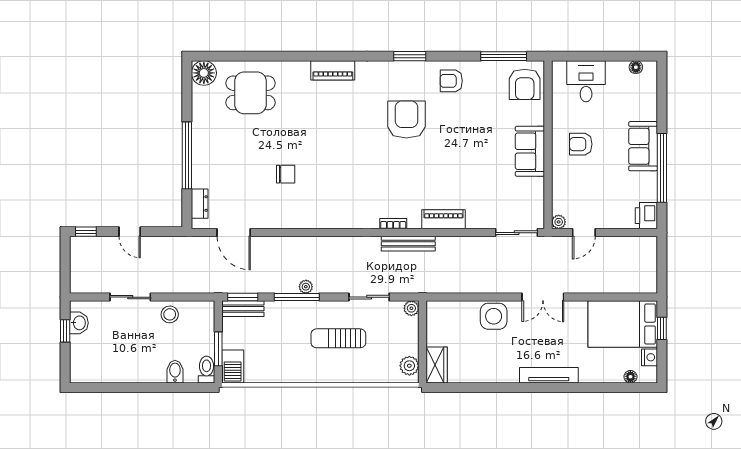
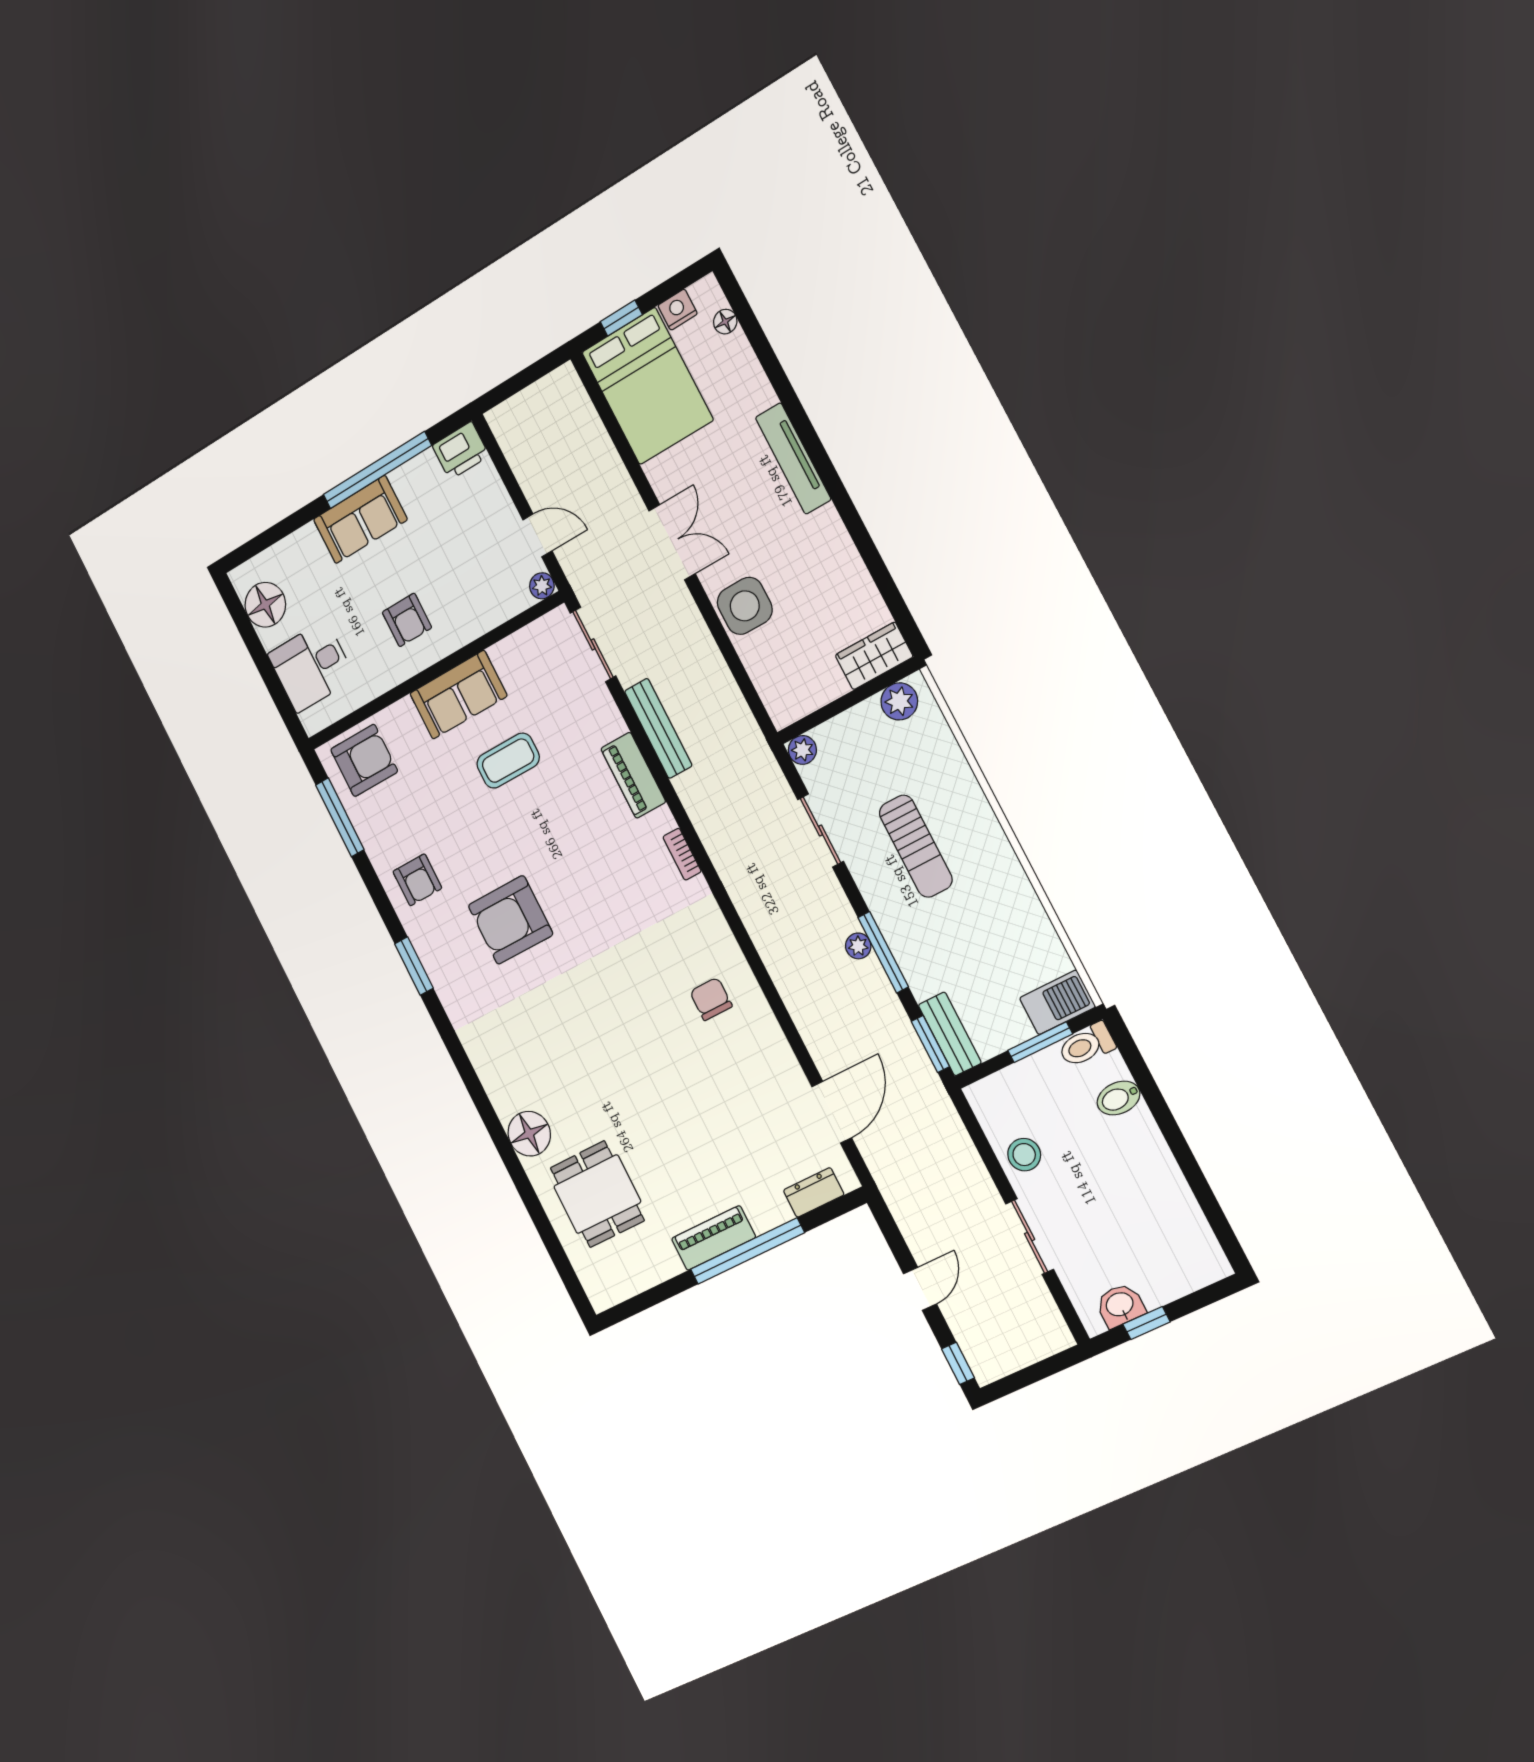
floor lamp: (636, 67) -> (265, 605), width x1.89, depth x1.89
piano: (333, 70) -> (713, 1238), moved, turned -90
floor lamp: (204, 73) -> (529, 1134), moved
coffee table: (484, 160) -> (508, 761), added
chair: (286, 174) -> (711, 999), moved
bench: (408, 244) -> (658, 728), moved

